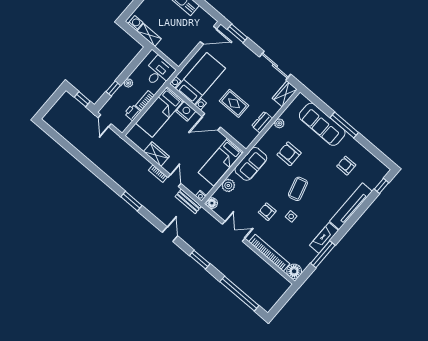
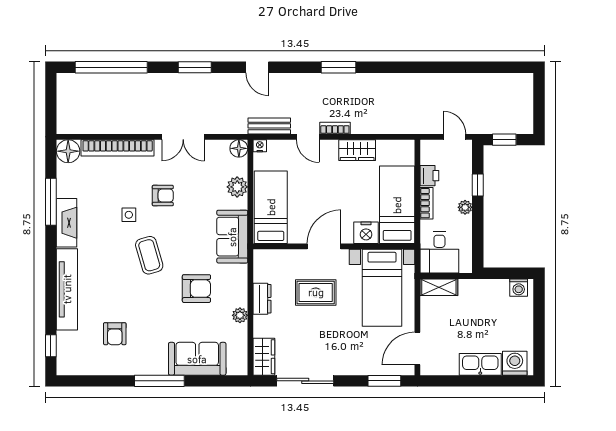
shelving: (149, 35) -> (439, 287), moved
sofa: (322, 124) -> (197, 359), width x0.73
armchair: (346, 166) -> (115, 334), turned 90

